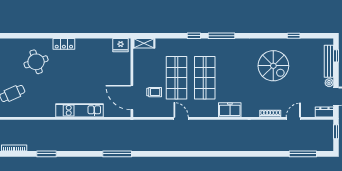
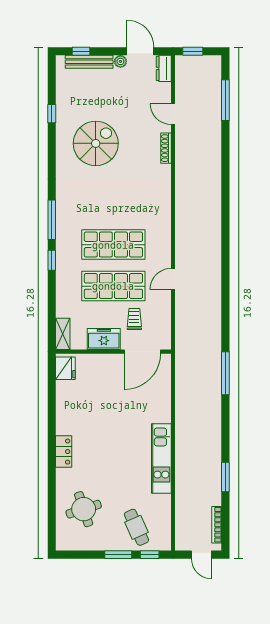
round table: (36, 62) -> (84, 509), moved
kitchen unit: (80, 110) -> (161, 459), moved
freezer: (230, 110) -> (104, 339), moved, turned 90

